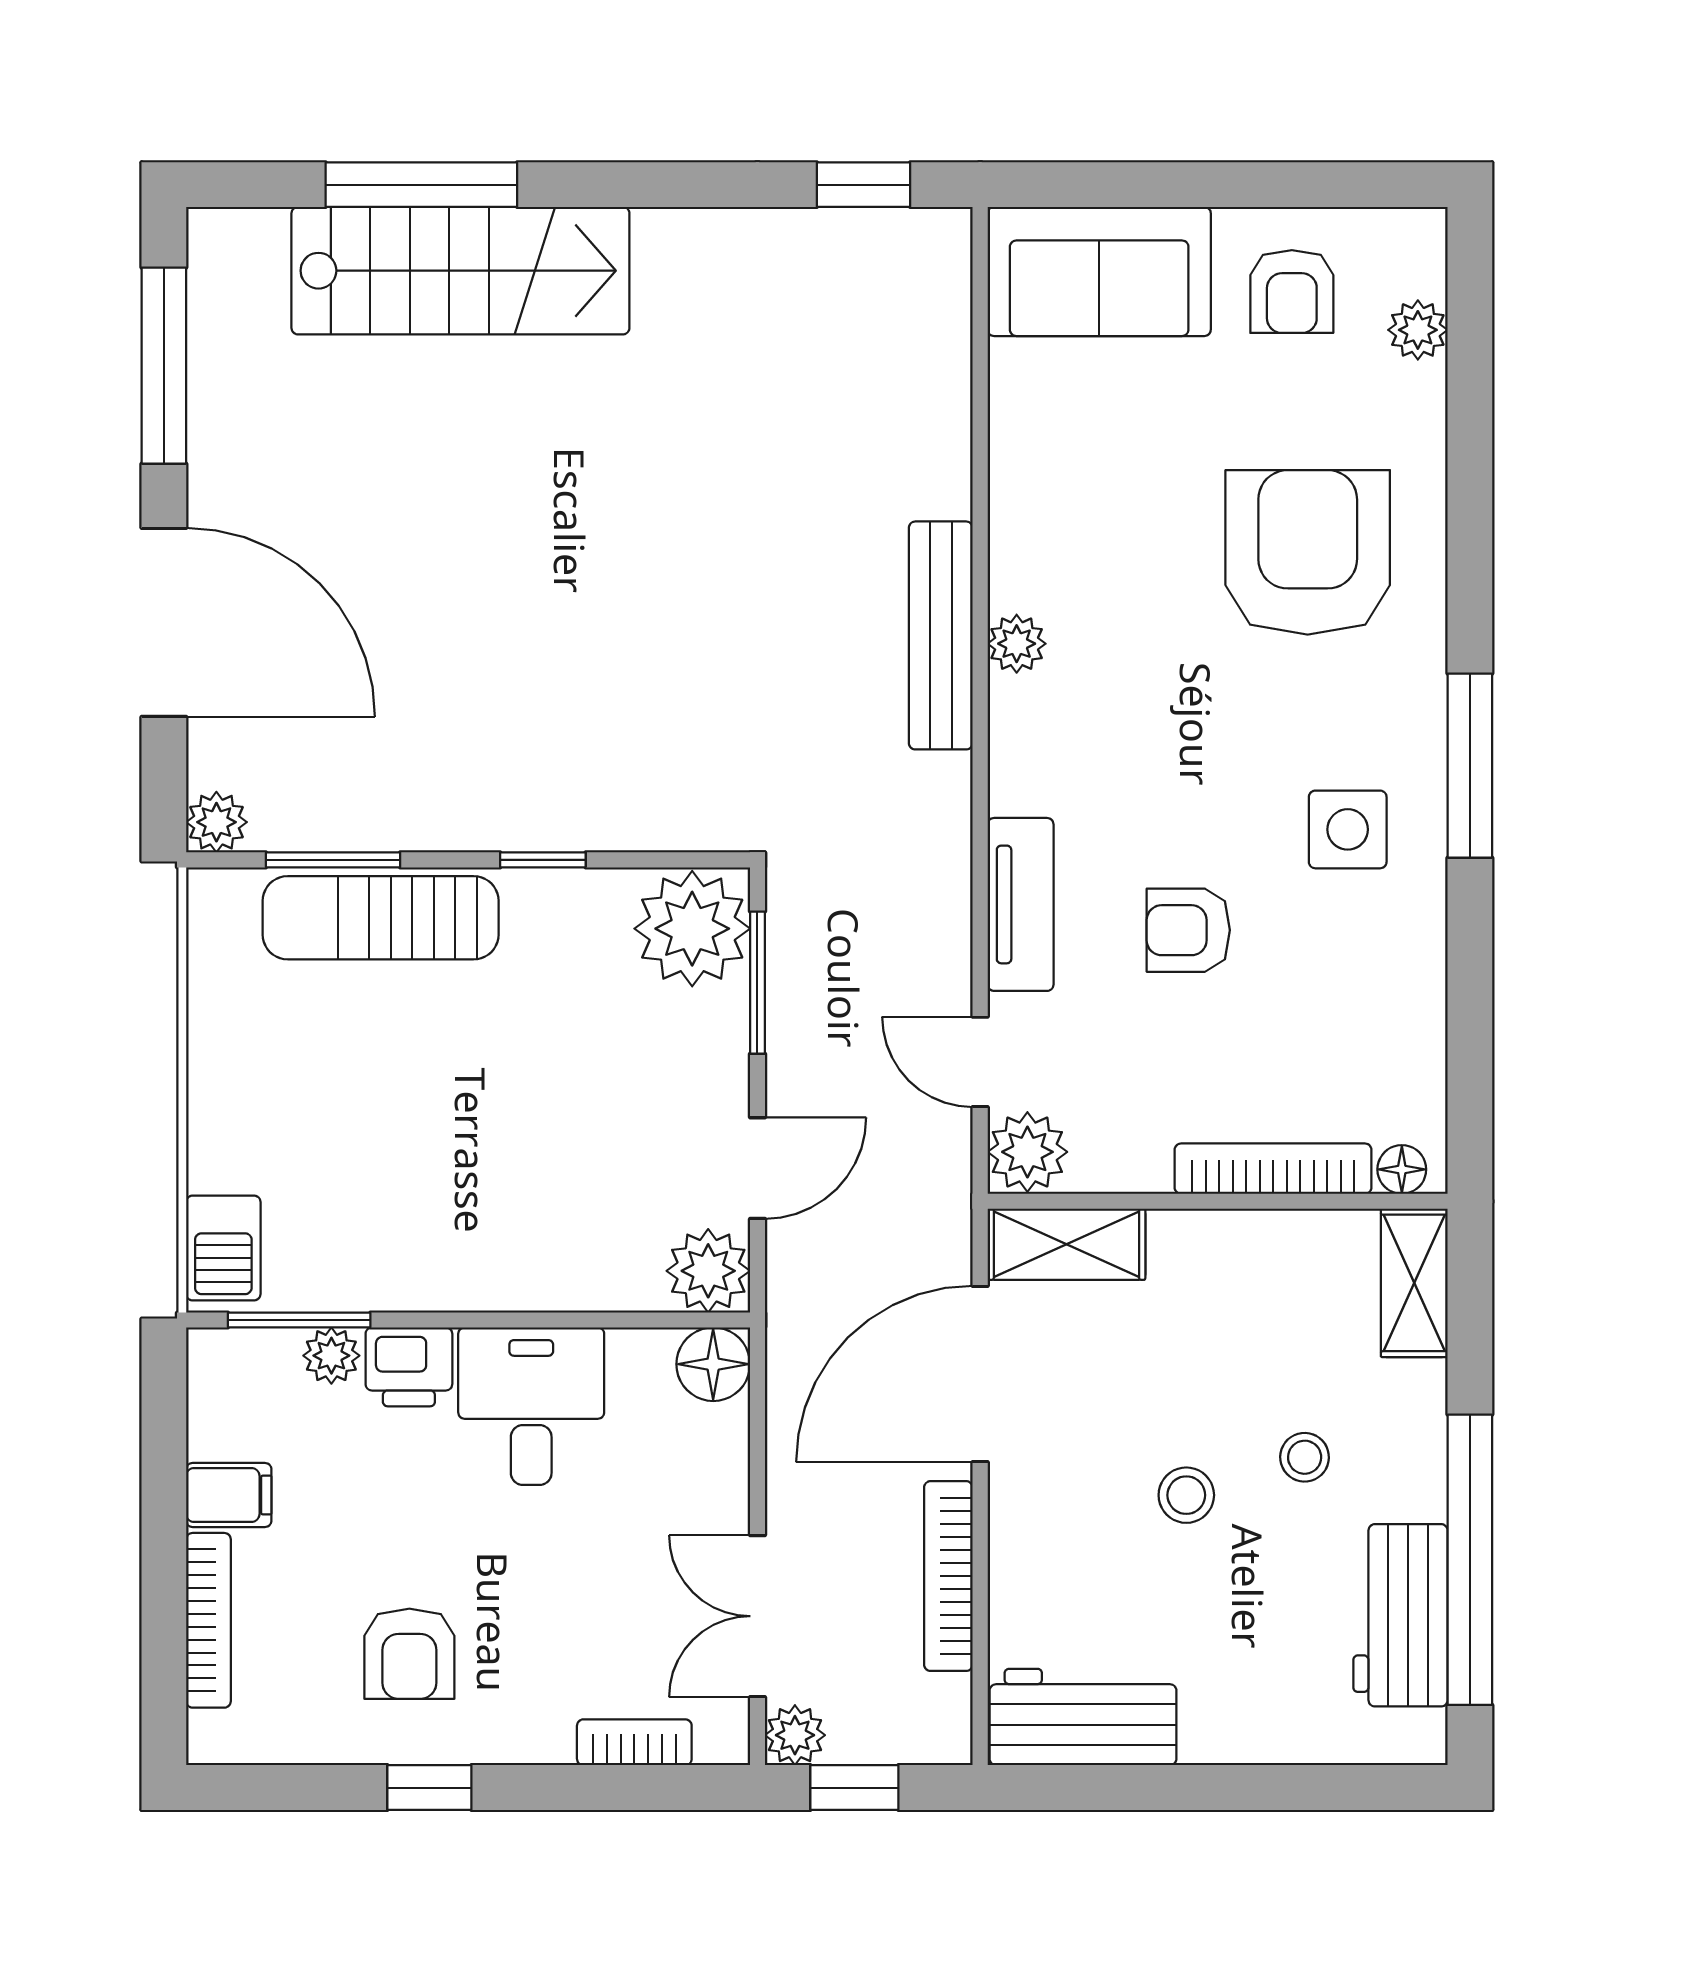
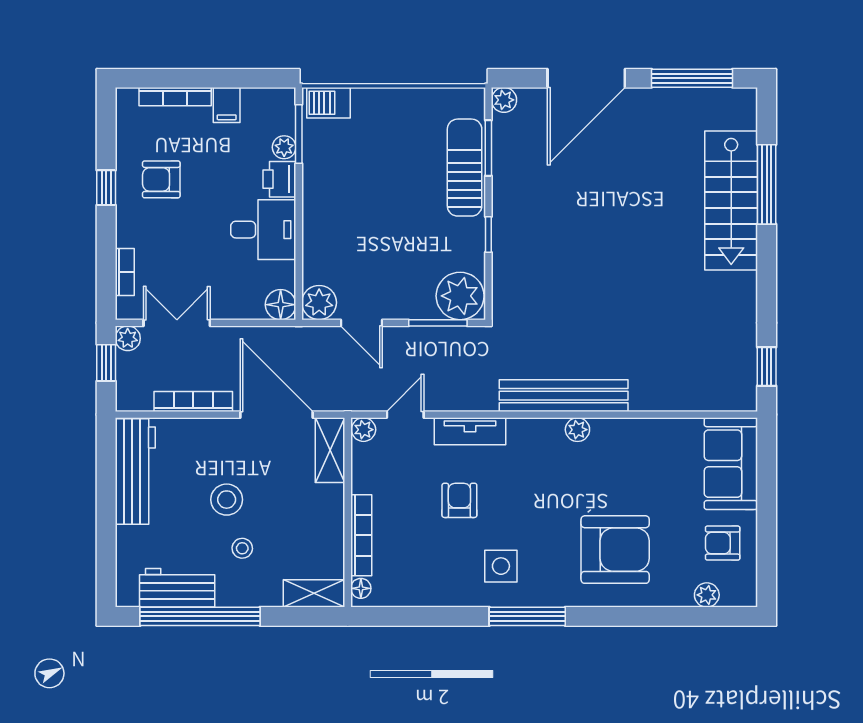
bench: (941, 635) -> (564, 396), width x1.37, depth x1.21
plant: (1027, 1152) -> (364, 430), width x0.73, depth x0.73
stool: (1186, 1495) -> (227, 500), width x1.37, depth x1.37
workbench: (1083, 1717) -> (135, 471), width x1.38

